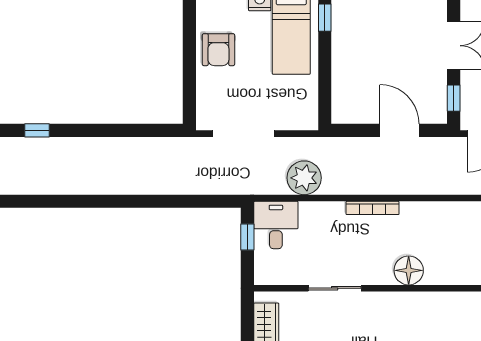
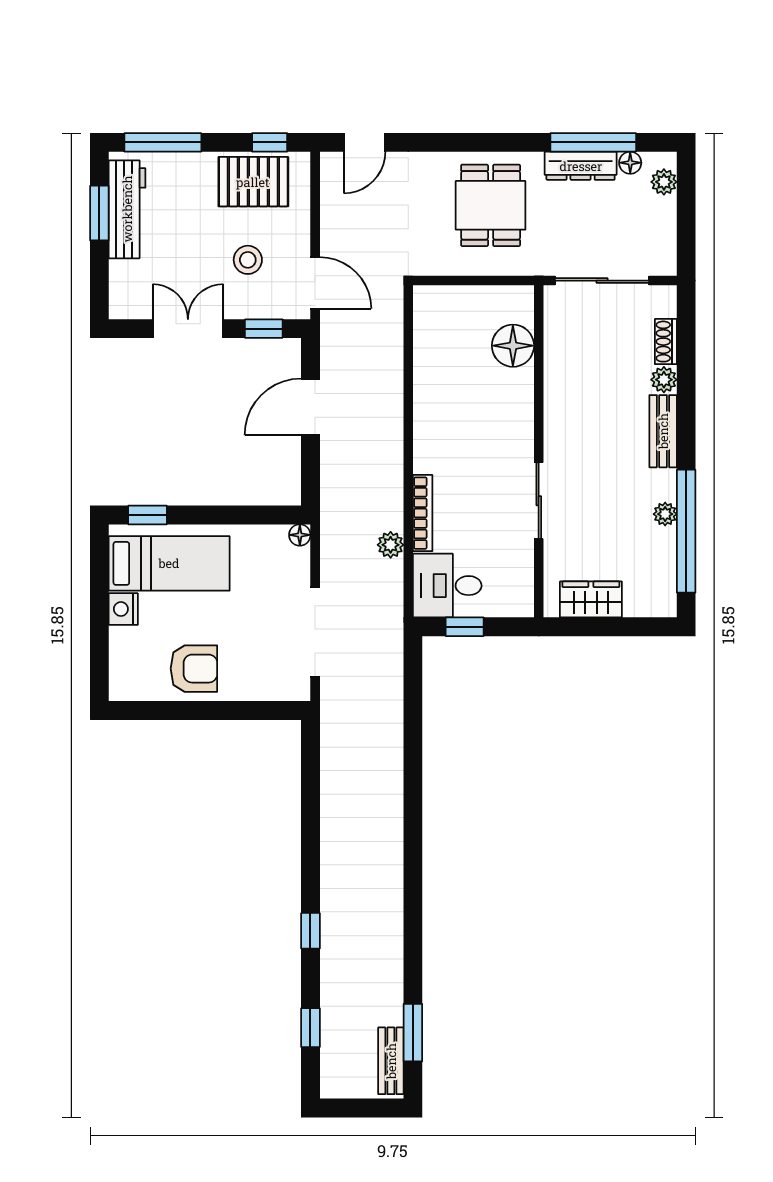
floor lamp: (311, 123) -> (300, 535), added
plant: (304, 178) -> (391, 545), width x0.53, depth x0.53
bookcase: (373, 208) -> (423, 513), moved
floor lamp: (409, 270) -> (513, 346), moved

